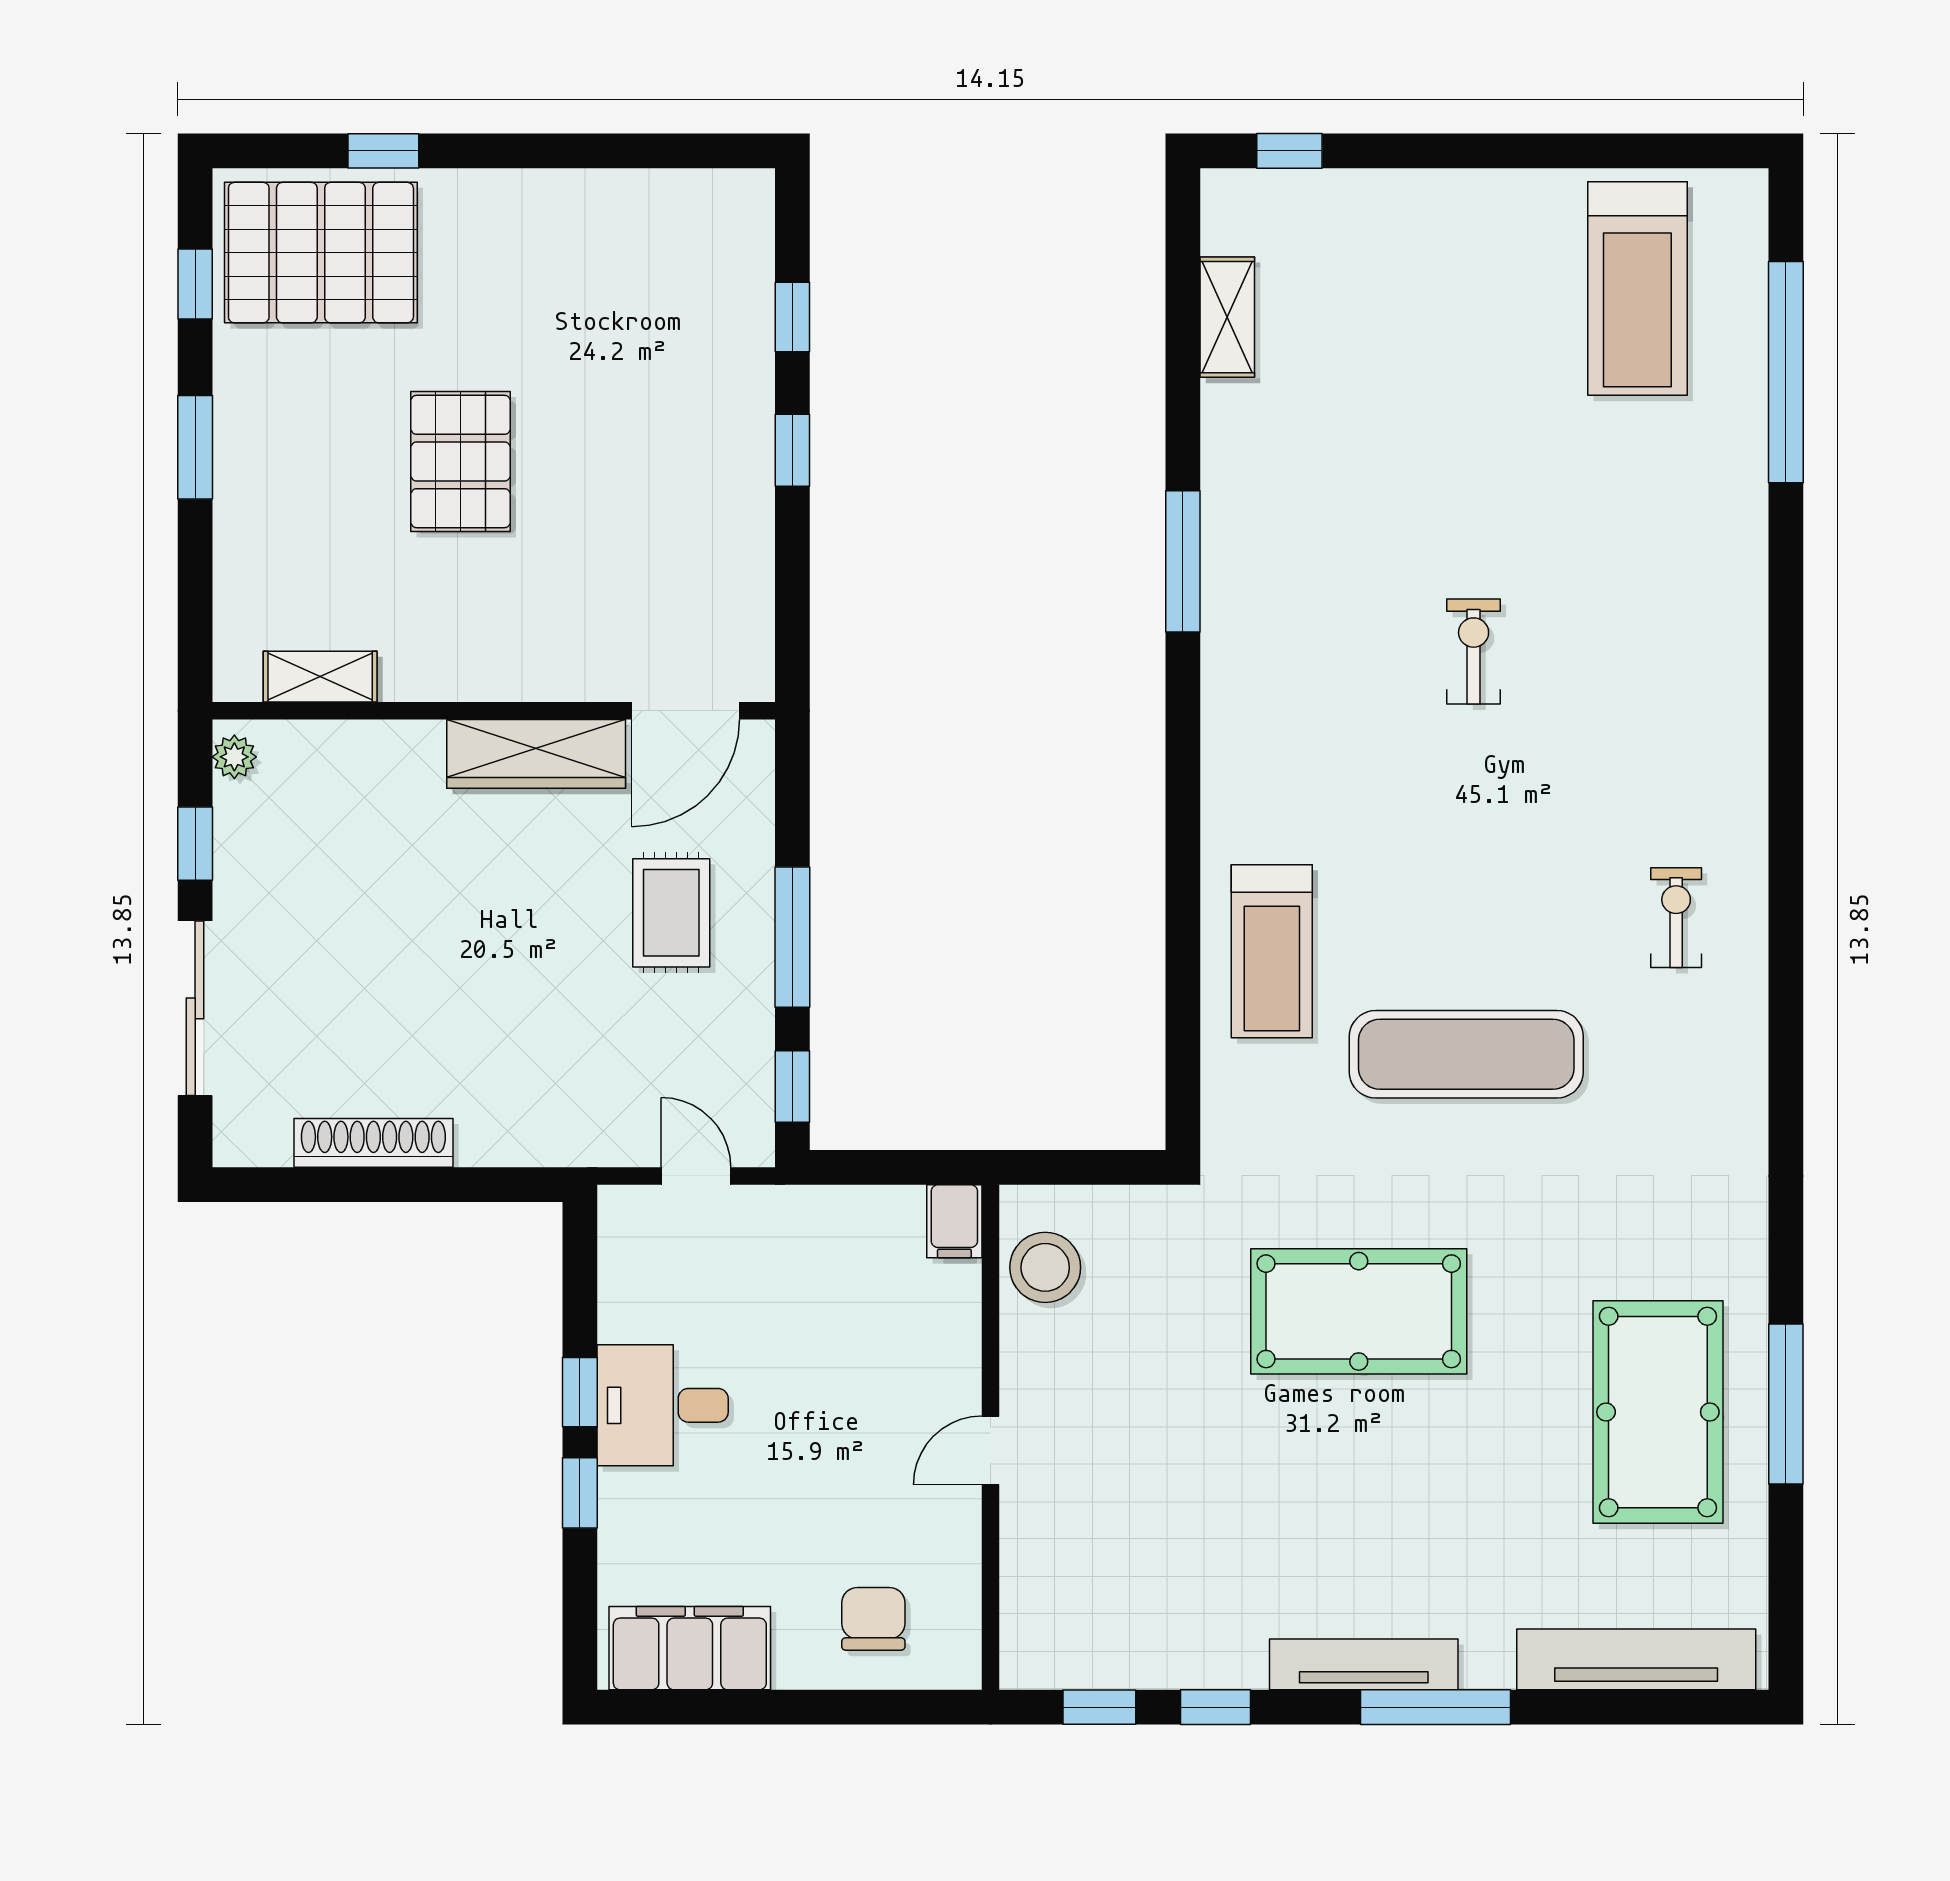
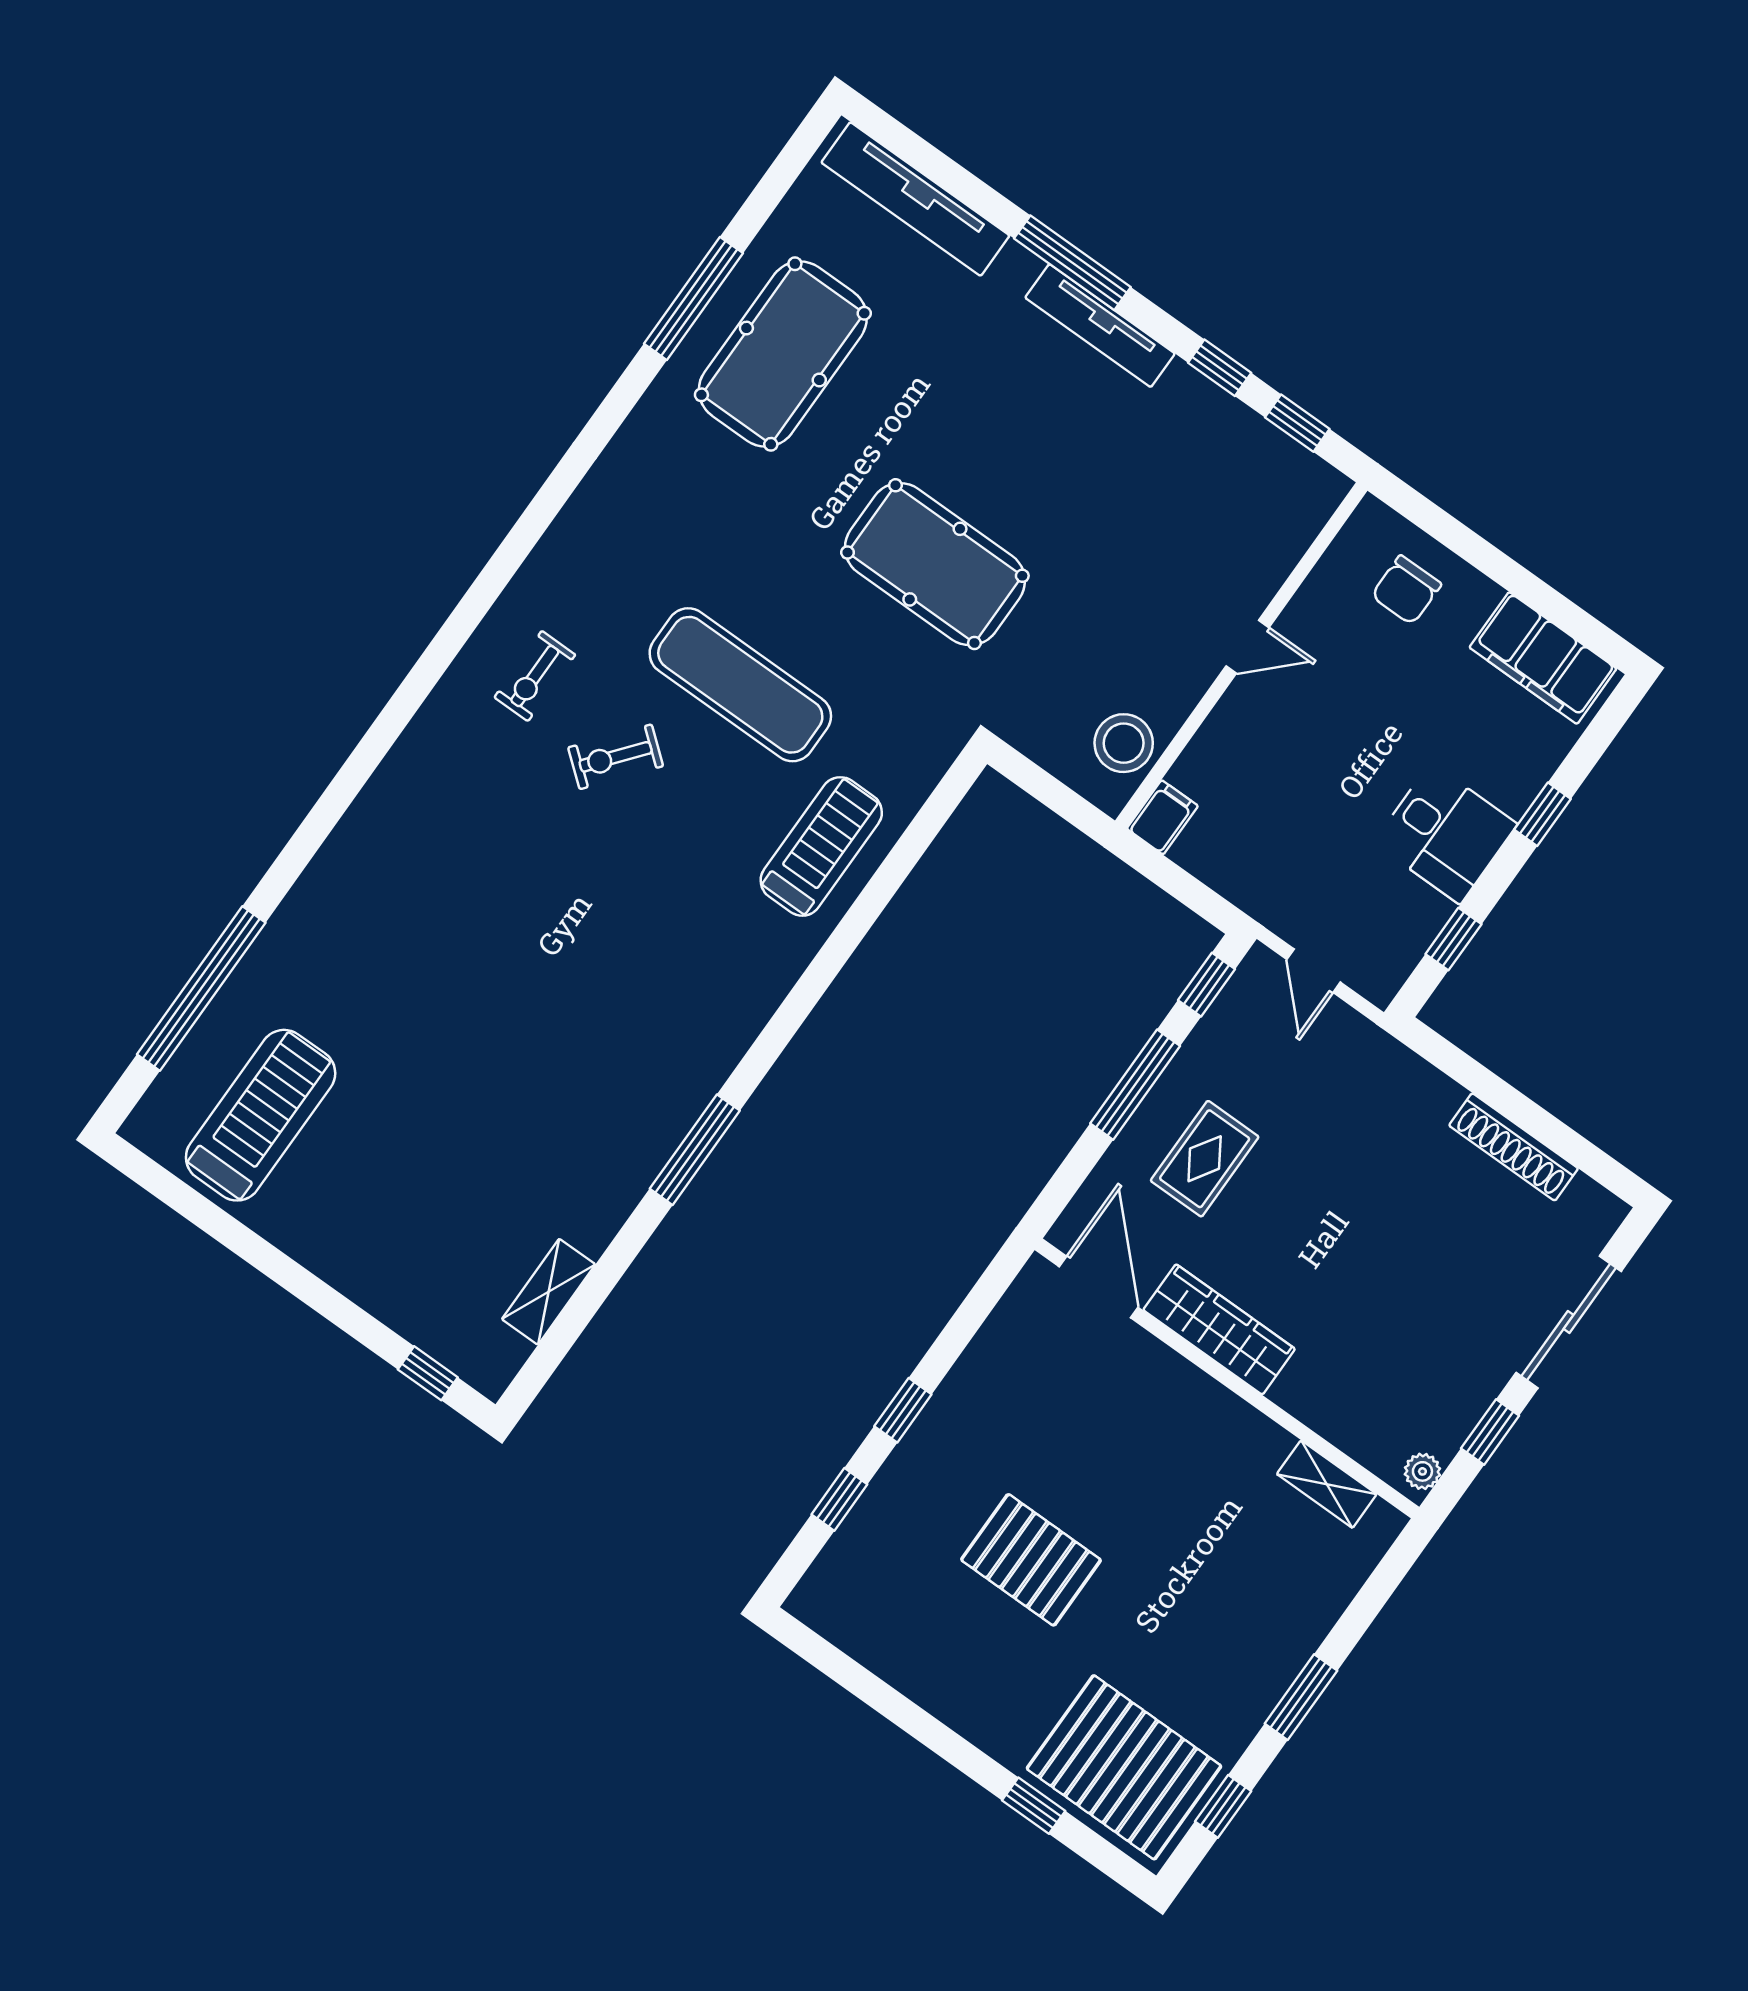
pallet: (461, 461) -> (1031, 1560), moved, turned 90
exercise bike: (1474, 651) -> (616, 757), moved, turned 39
door: (686, 711) -> (1099, 1287), hinge flipped
window: (580, 1392) -> (1453, 939), moved

